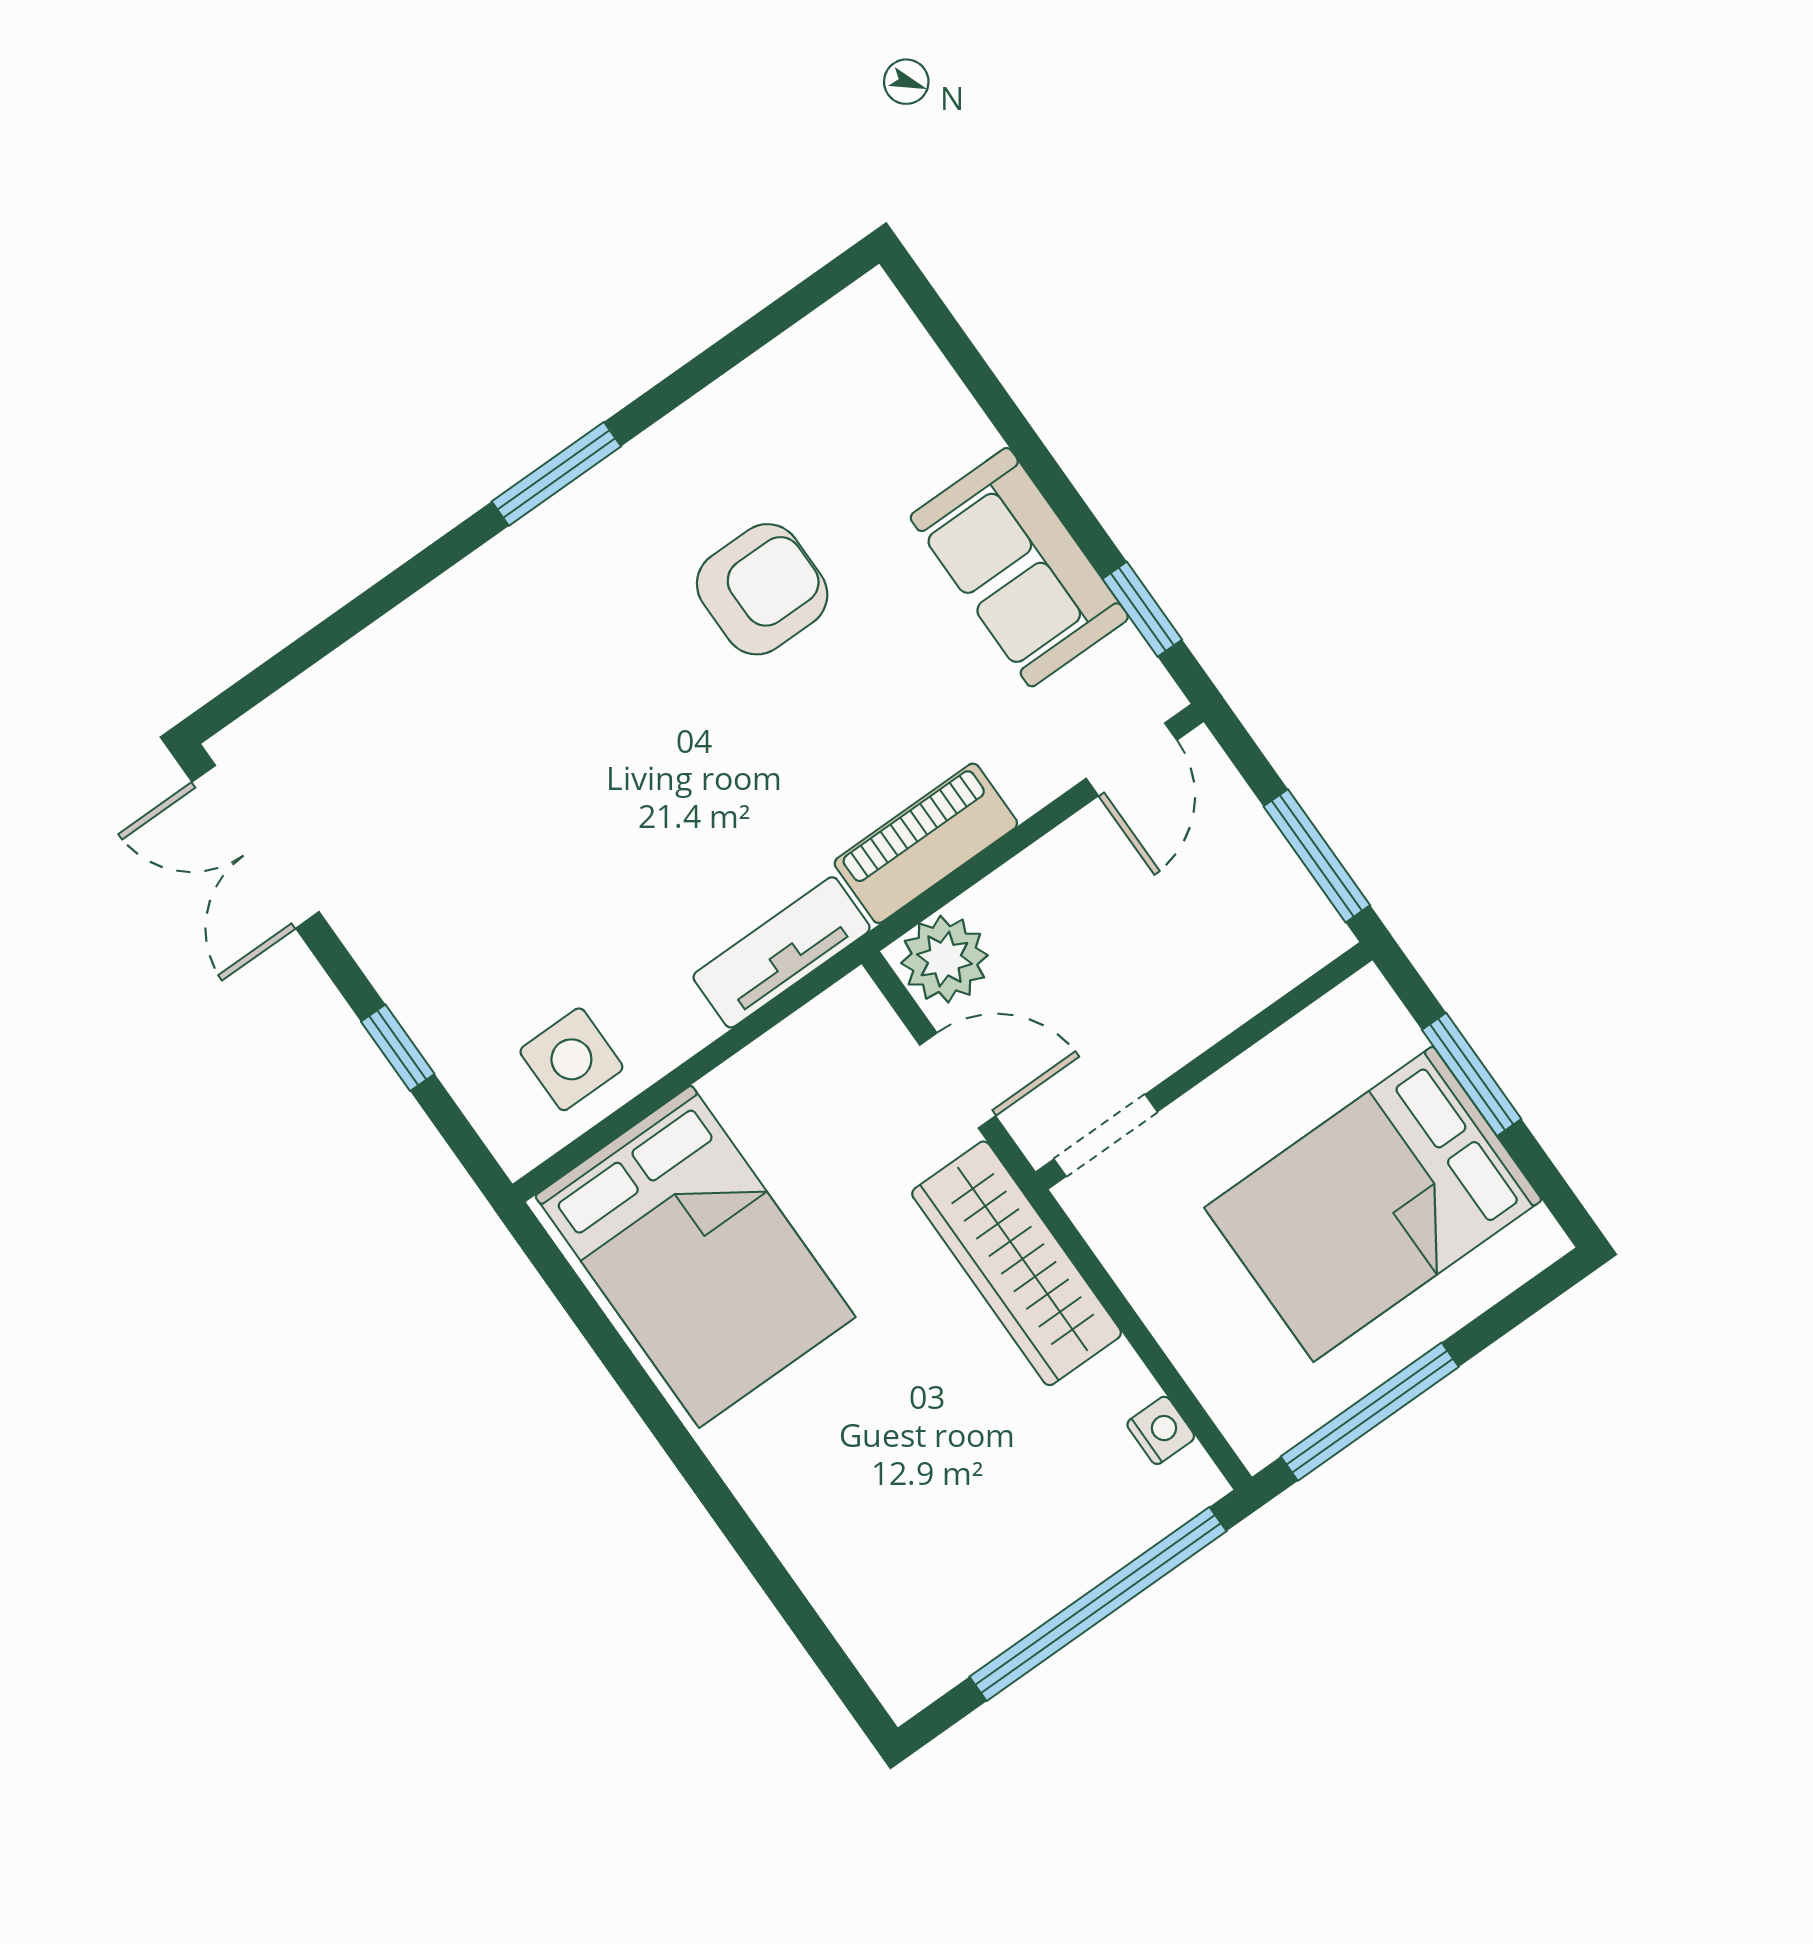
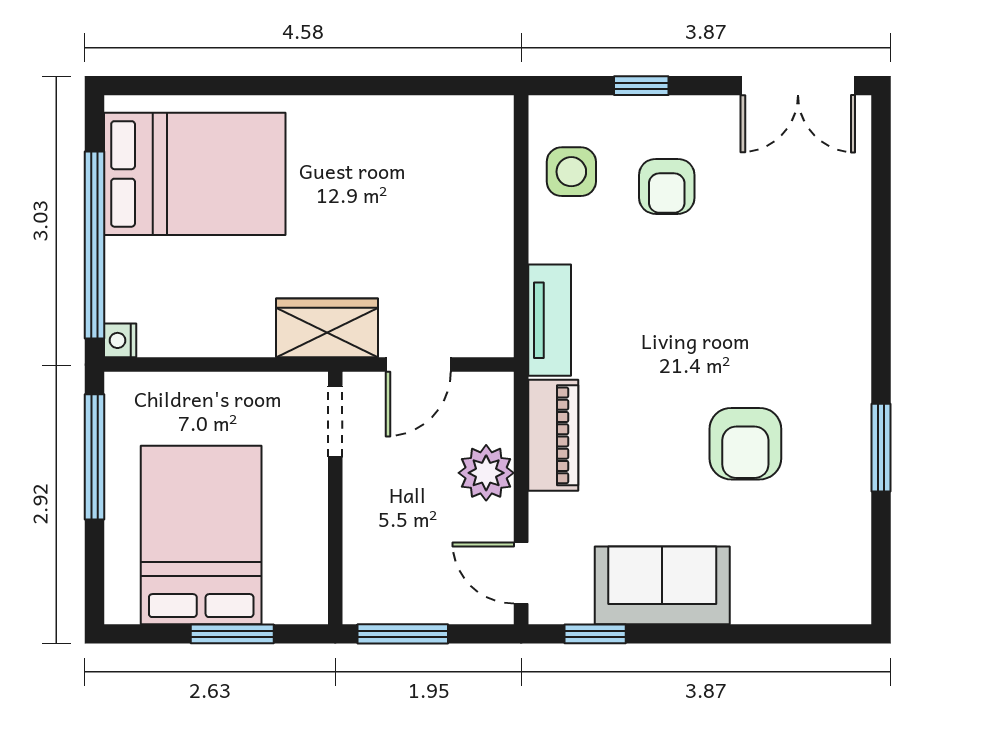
window: (556, 474) -> (881, 448), moved
double door: (256, 847) -> (798, 86), swing flipped
armchair: (504, 924) -> (667, 186), added
plant: (944, 959) -> (486, 473), moved
bed: (695, 1256) -> (195, 174), moved, turned 180
wardrobe: (1017, 1263) -> (327, 328), width x0.67
nightstand: (1161, 1430) -> (120, 340), moved, turned 90

